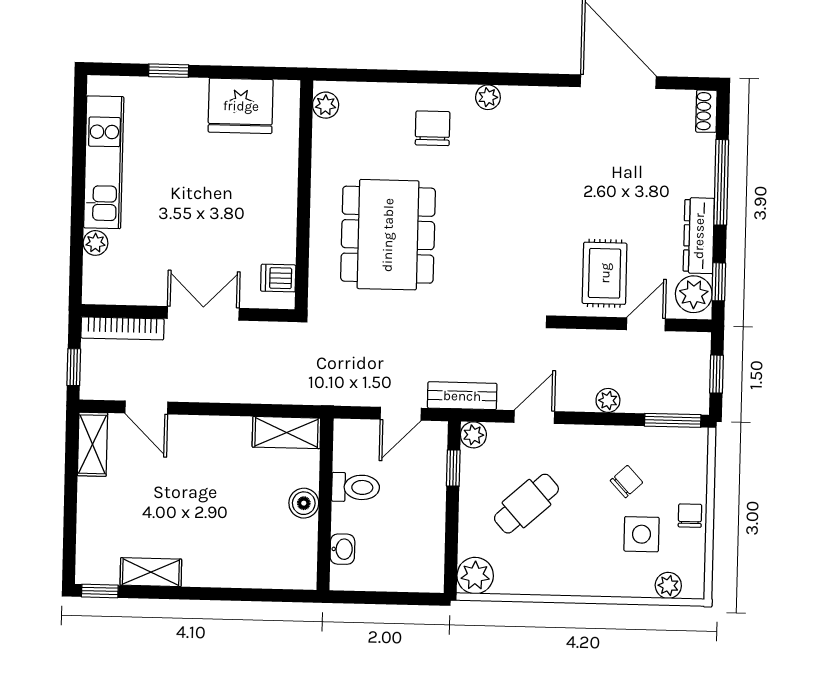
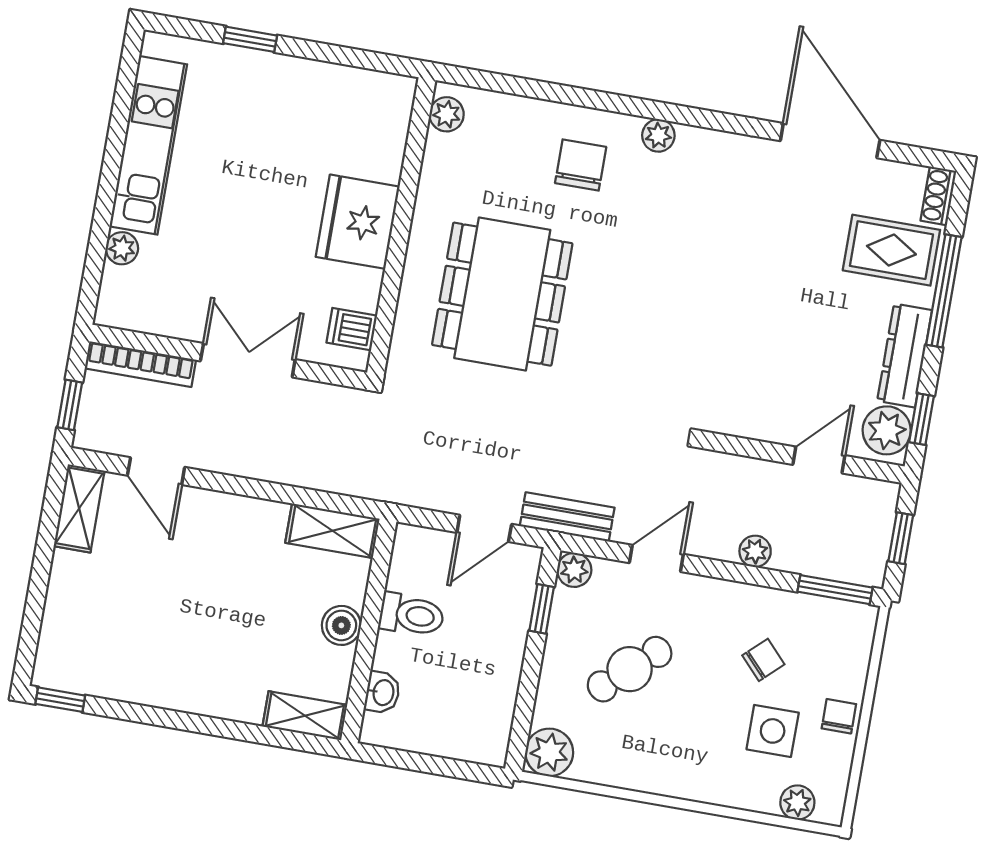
fridge: (241, 106) -> (358, 222), moved, turned 90
rug: (605, 273) -> (891, 250), moved, turned 90
shelving: (151, 572) -> (305, 716), moved

